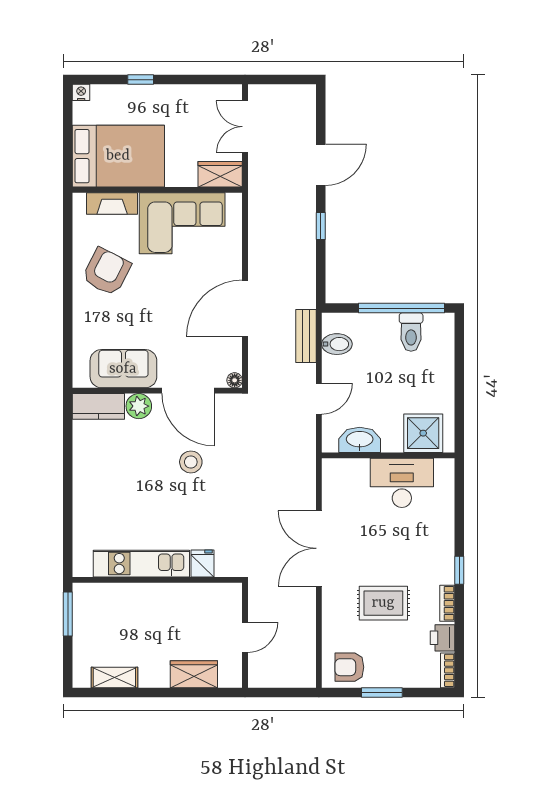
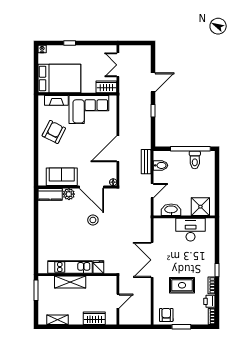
shelving: (141, 596) -> (70, 282), added
armchair: (349, 667) -> (166, 315), turned 90

